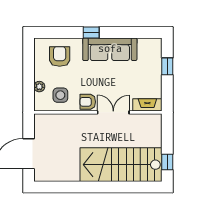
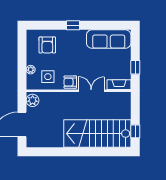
sofa: (110, 49) -> (109, 39), moved
armchair: (60, 56) -> (47, 45), turned 180
window: (167, 66) -> (135, 67), moved
plant: (42, 124) -> (33, 100), added

